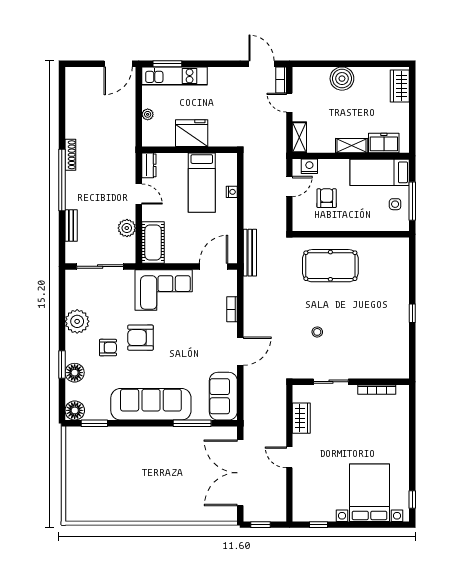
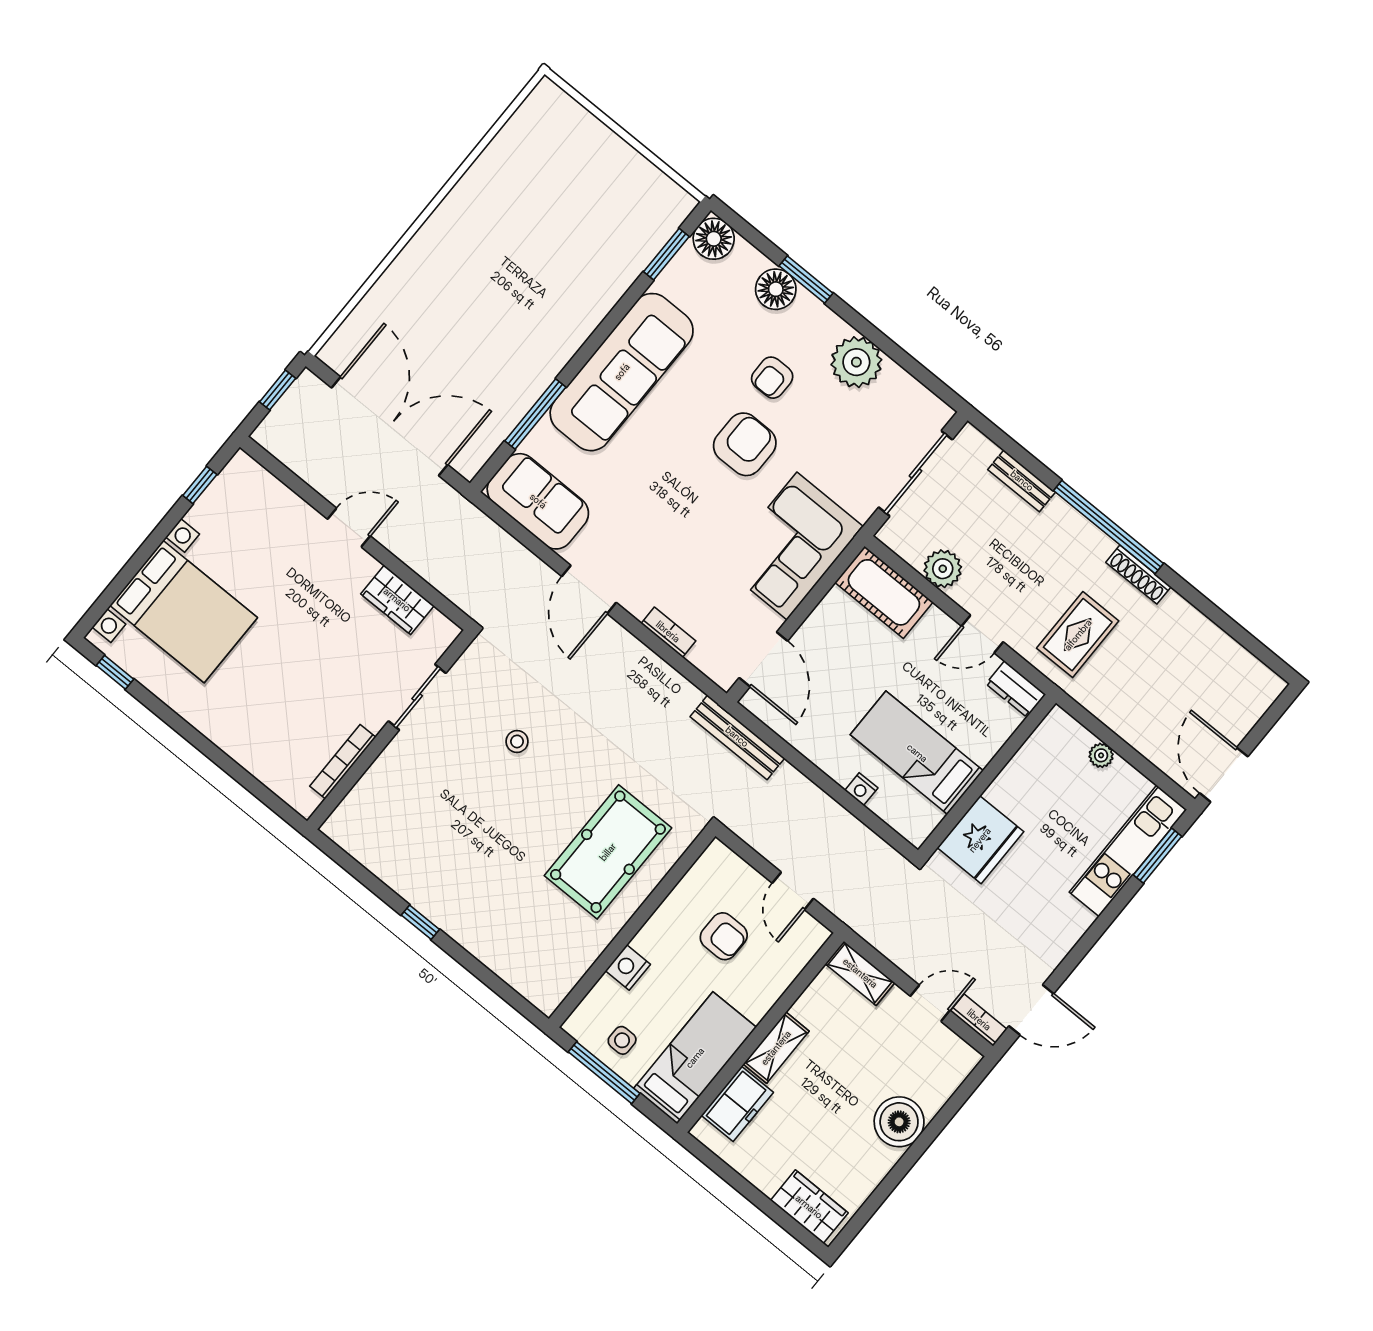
fridge: (192, 133) -> (980, 840), moved
rug: (110, 159) -> (1078, 635), added
nightstand: (309, 166) -> (628, 967), moved, turned 180

